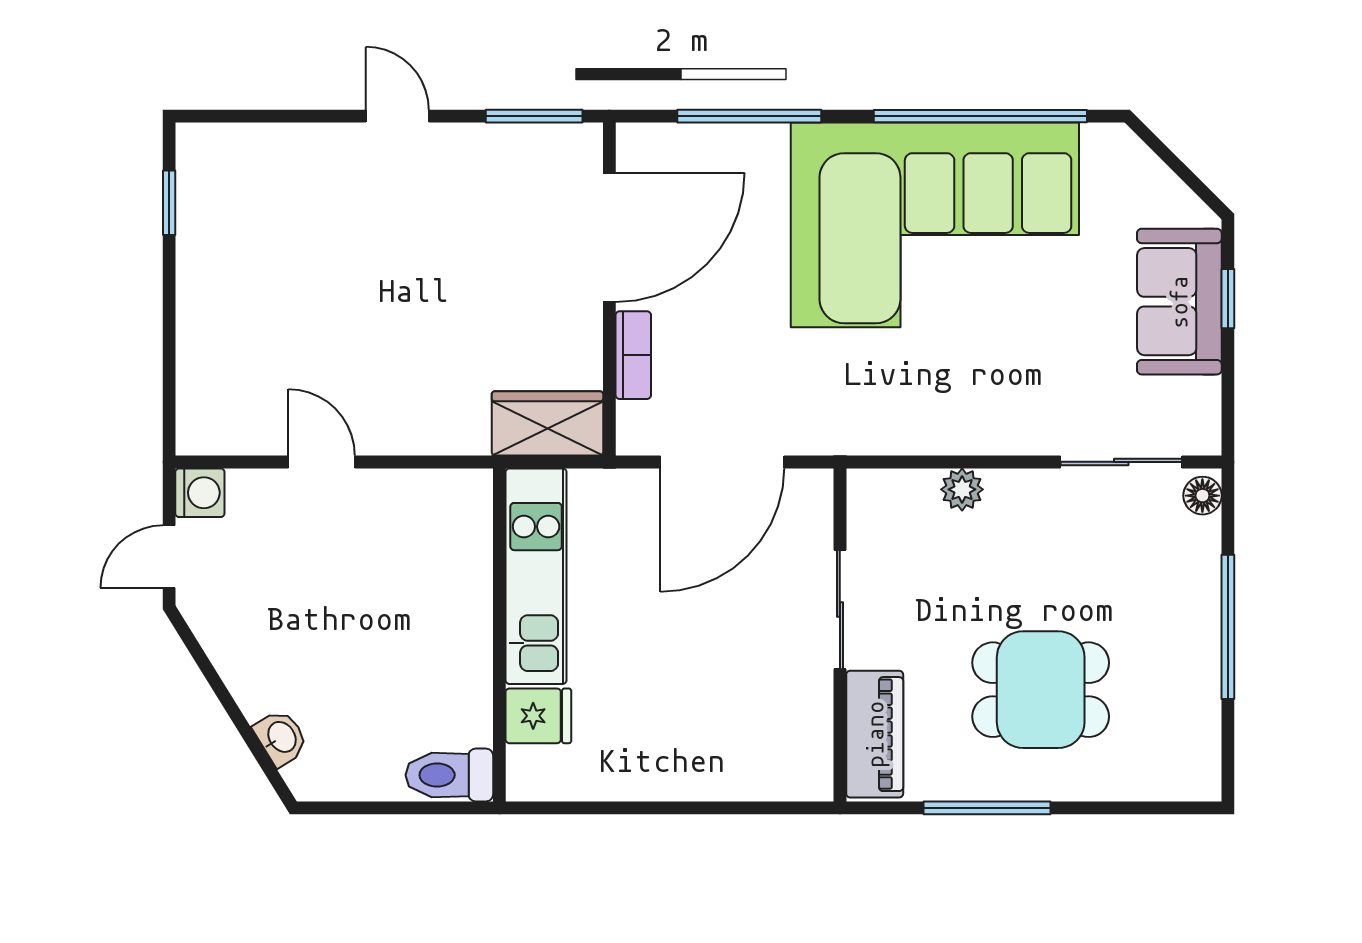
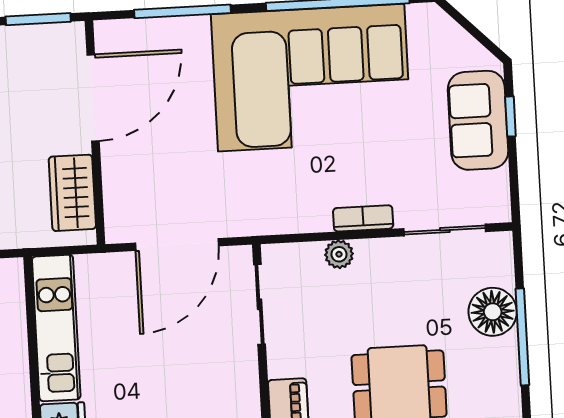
bookcase: (633, 355) -> (363, 218), moved, turned -90
wardrobe: (547, 423) -> (72, 193), moved, turned -90
floor lamp: (1202, 496) -> (493, 312), moved, width x1.89, depth x1.89
sliding door: (840, 609) -> (260, 304), moved

